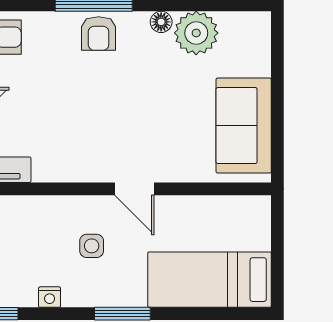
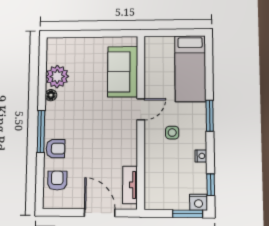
armchair: (99, 33) -> (55, 149), moved
sofa: (244, 126) -> (123, 72), moved, turned 90

